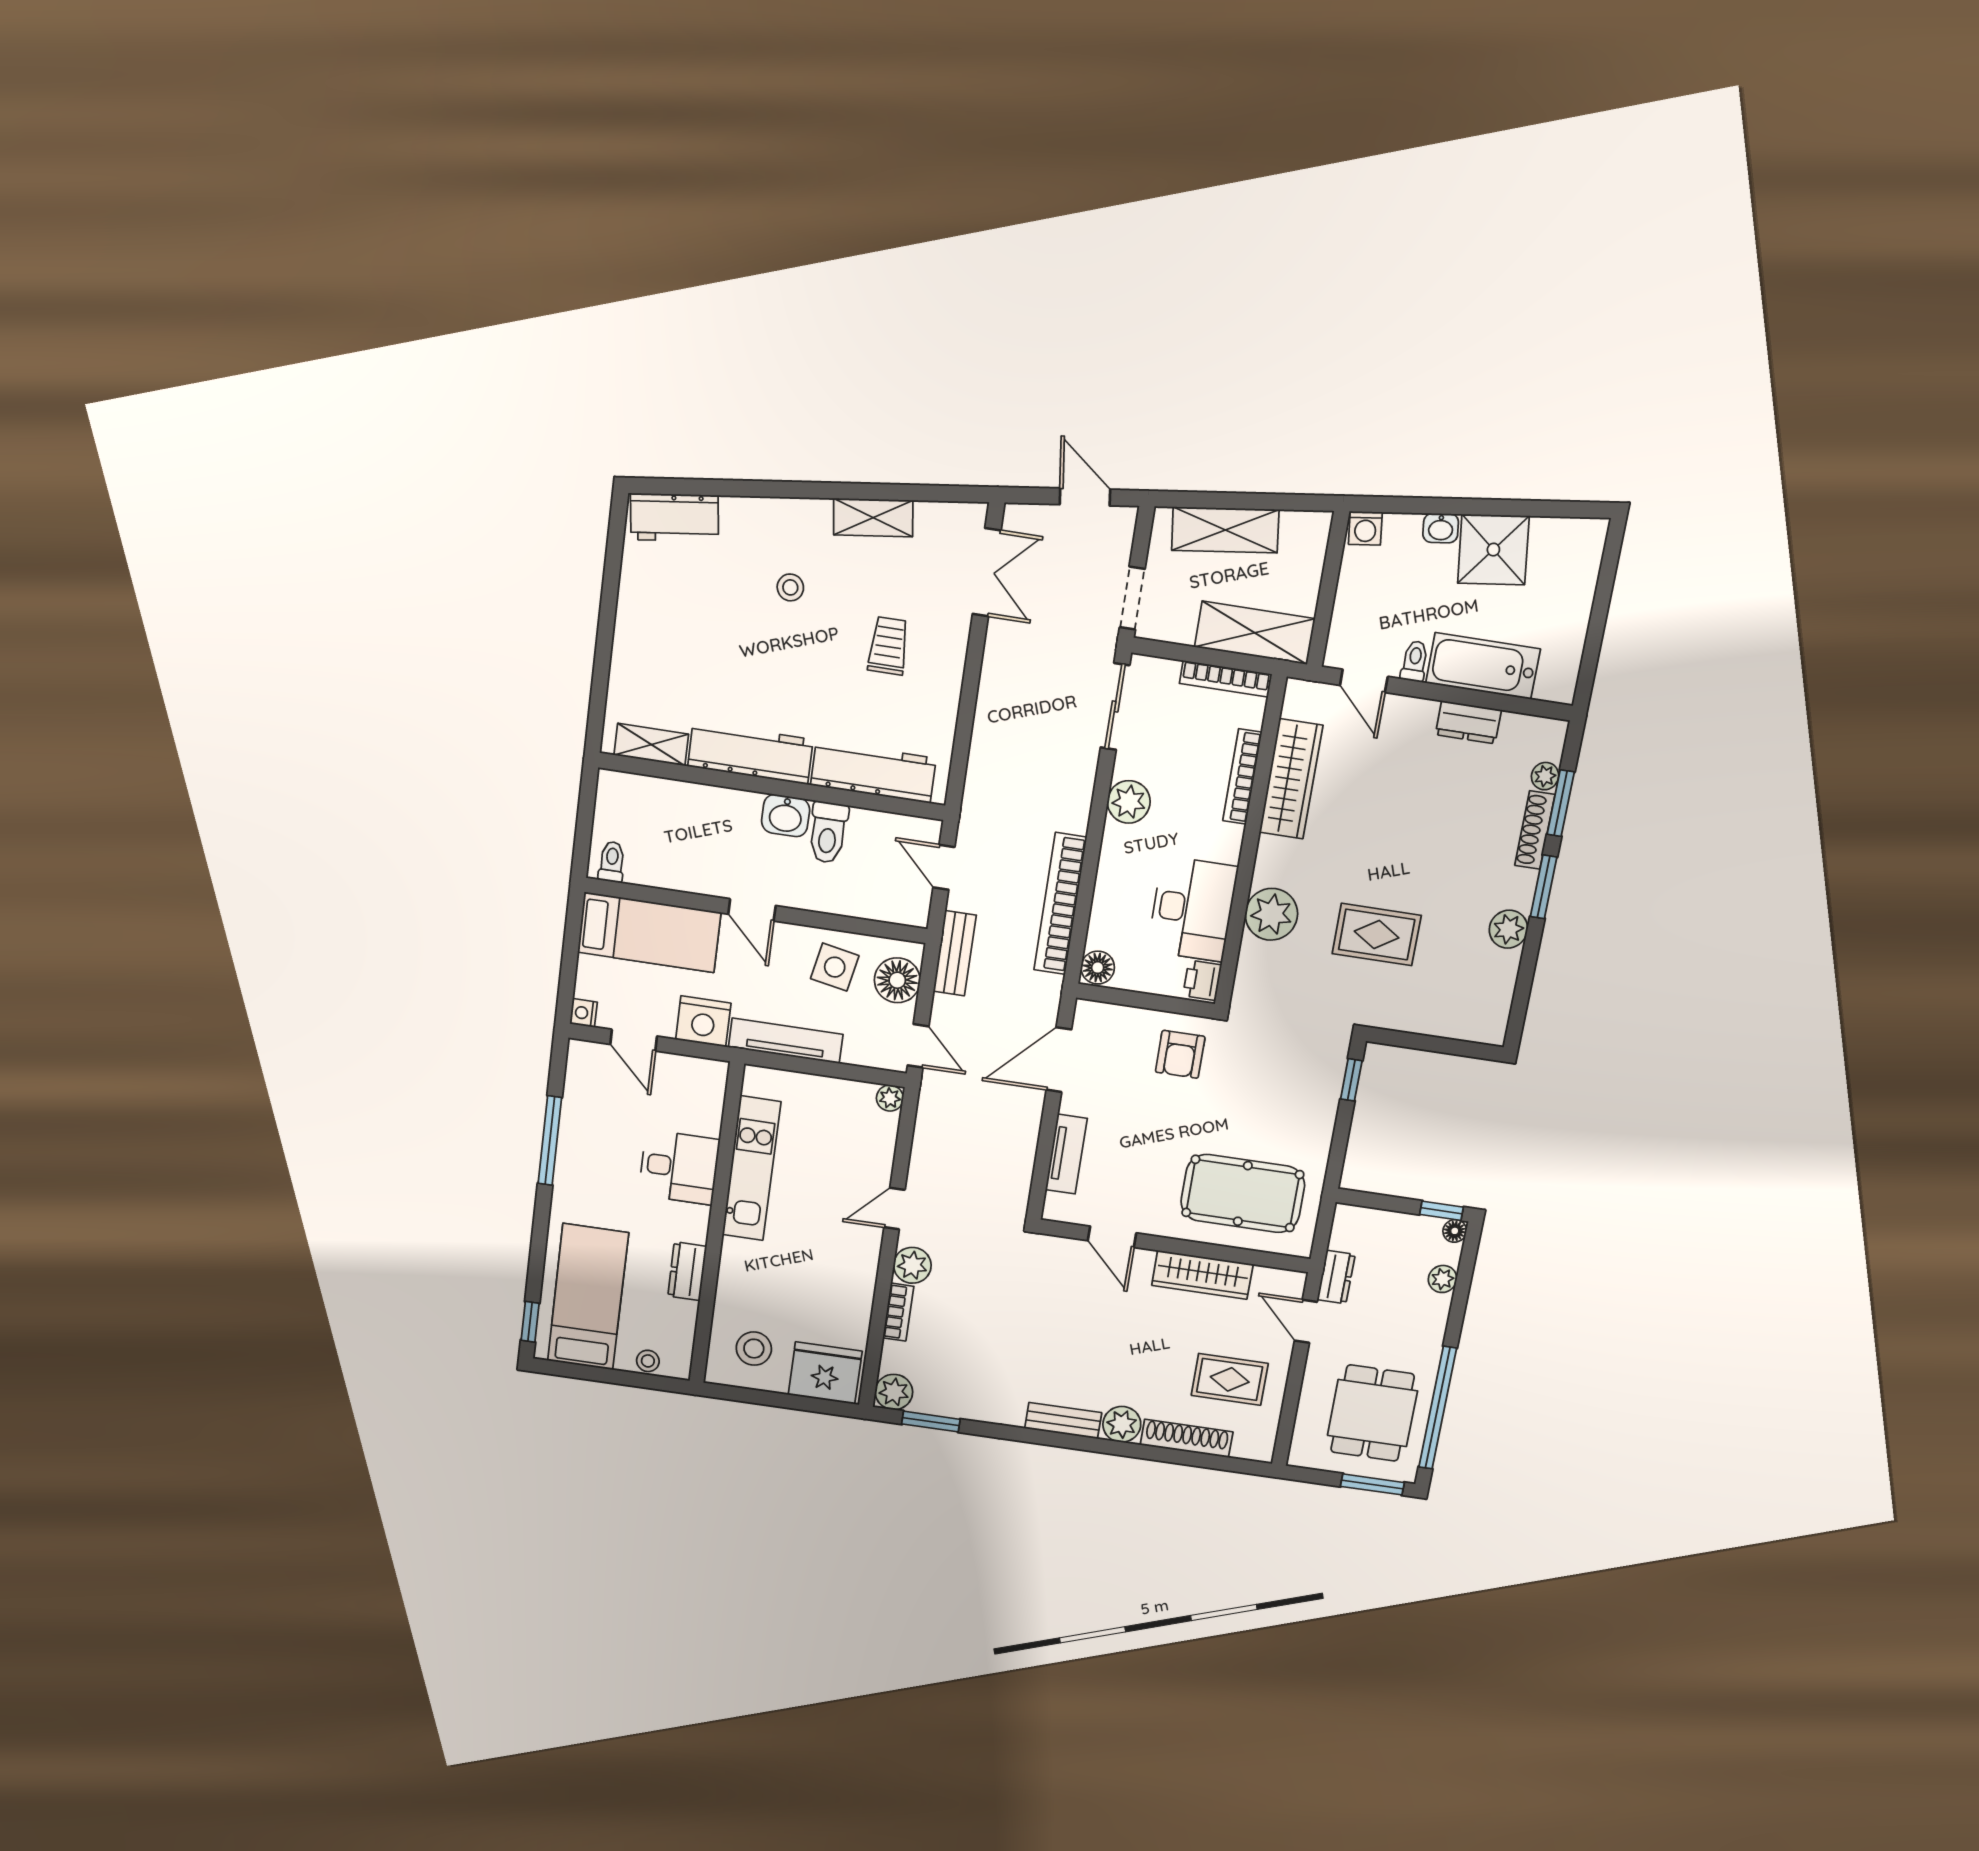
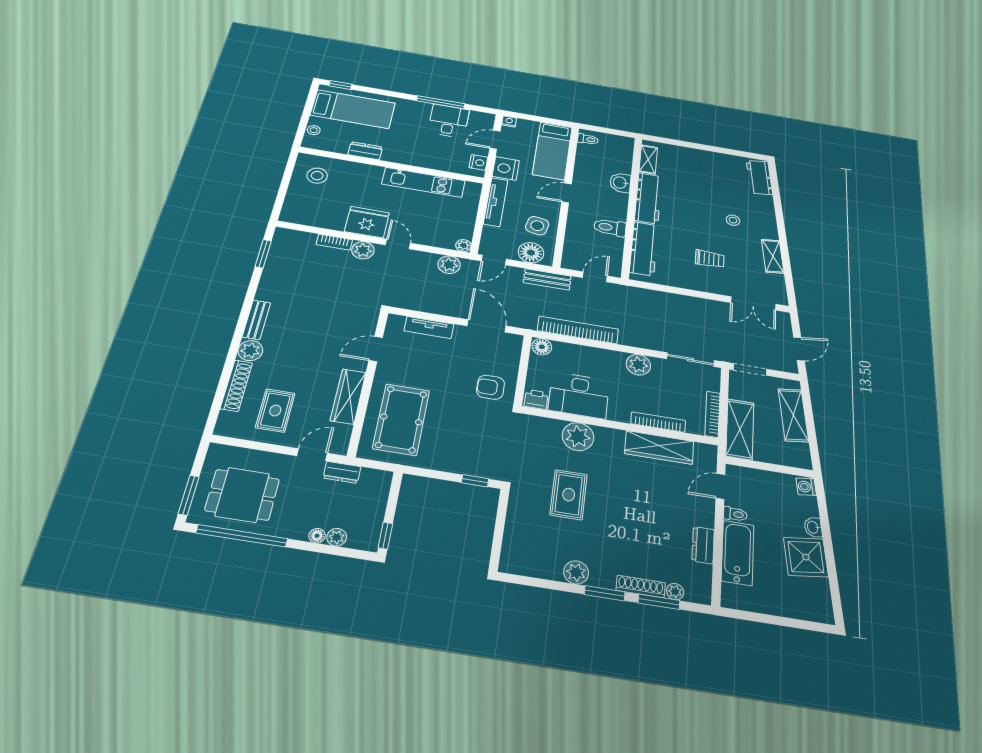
washbasin: (786, 816) -> (620, 183), moved
nightstand: (694, 1071) -> (478, 162), added
desk: (679, 1167) -> (449, 121), moved, turned 180
floor lamp: (1455, 1231) -> (317, 536), moved
fridge: (825, 1373) -> (367, 222), moved, turned -90
plant: (894, 1392) -> (449, 265), moved

